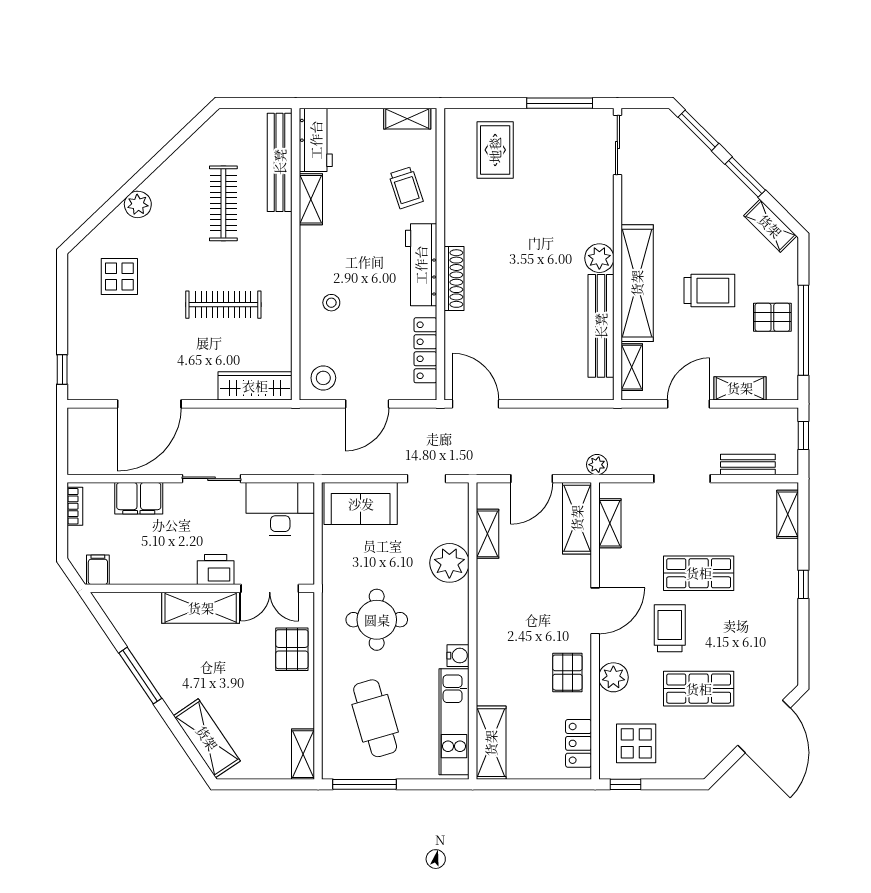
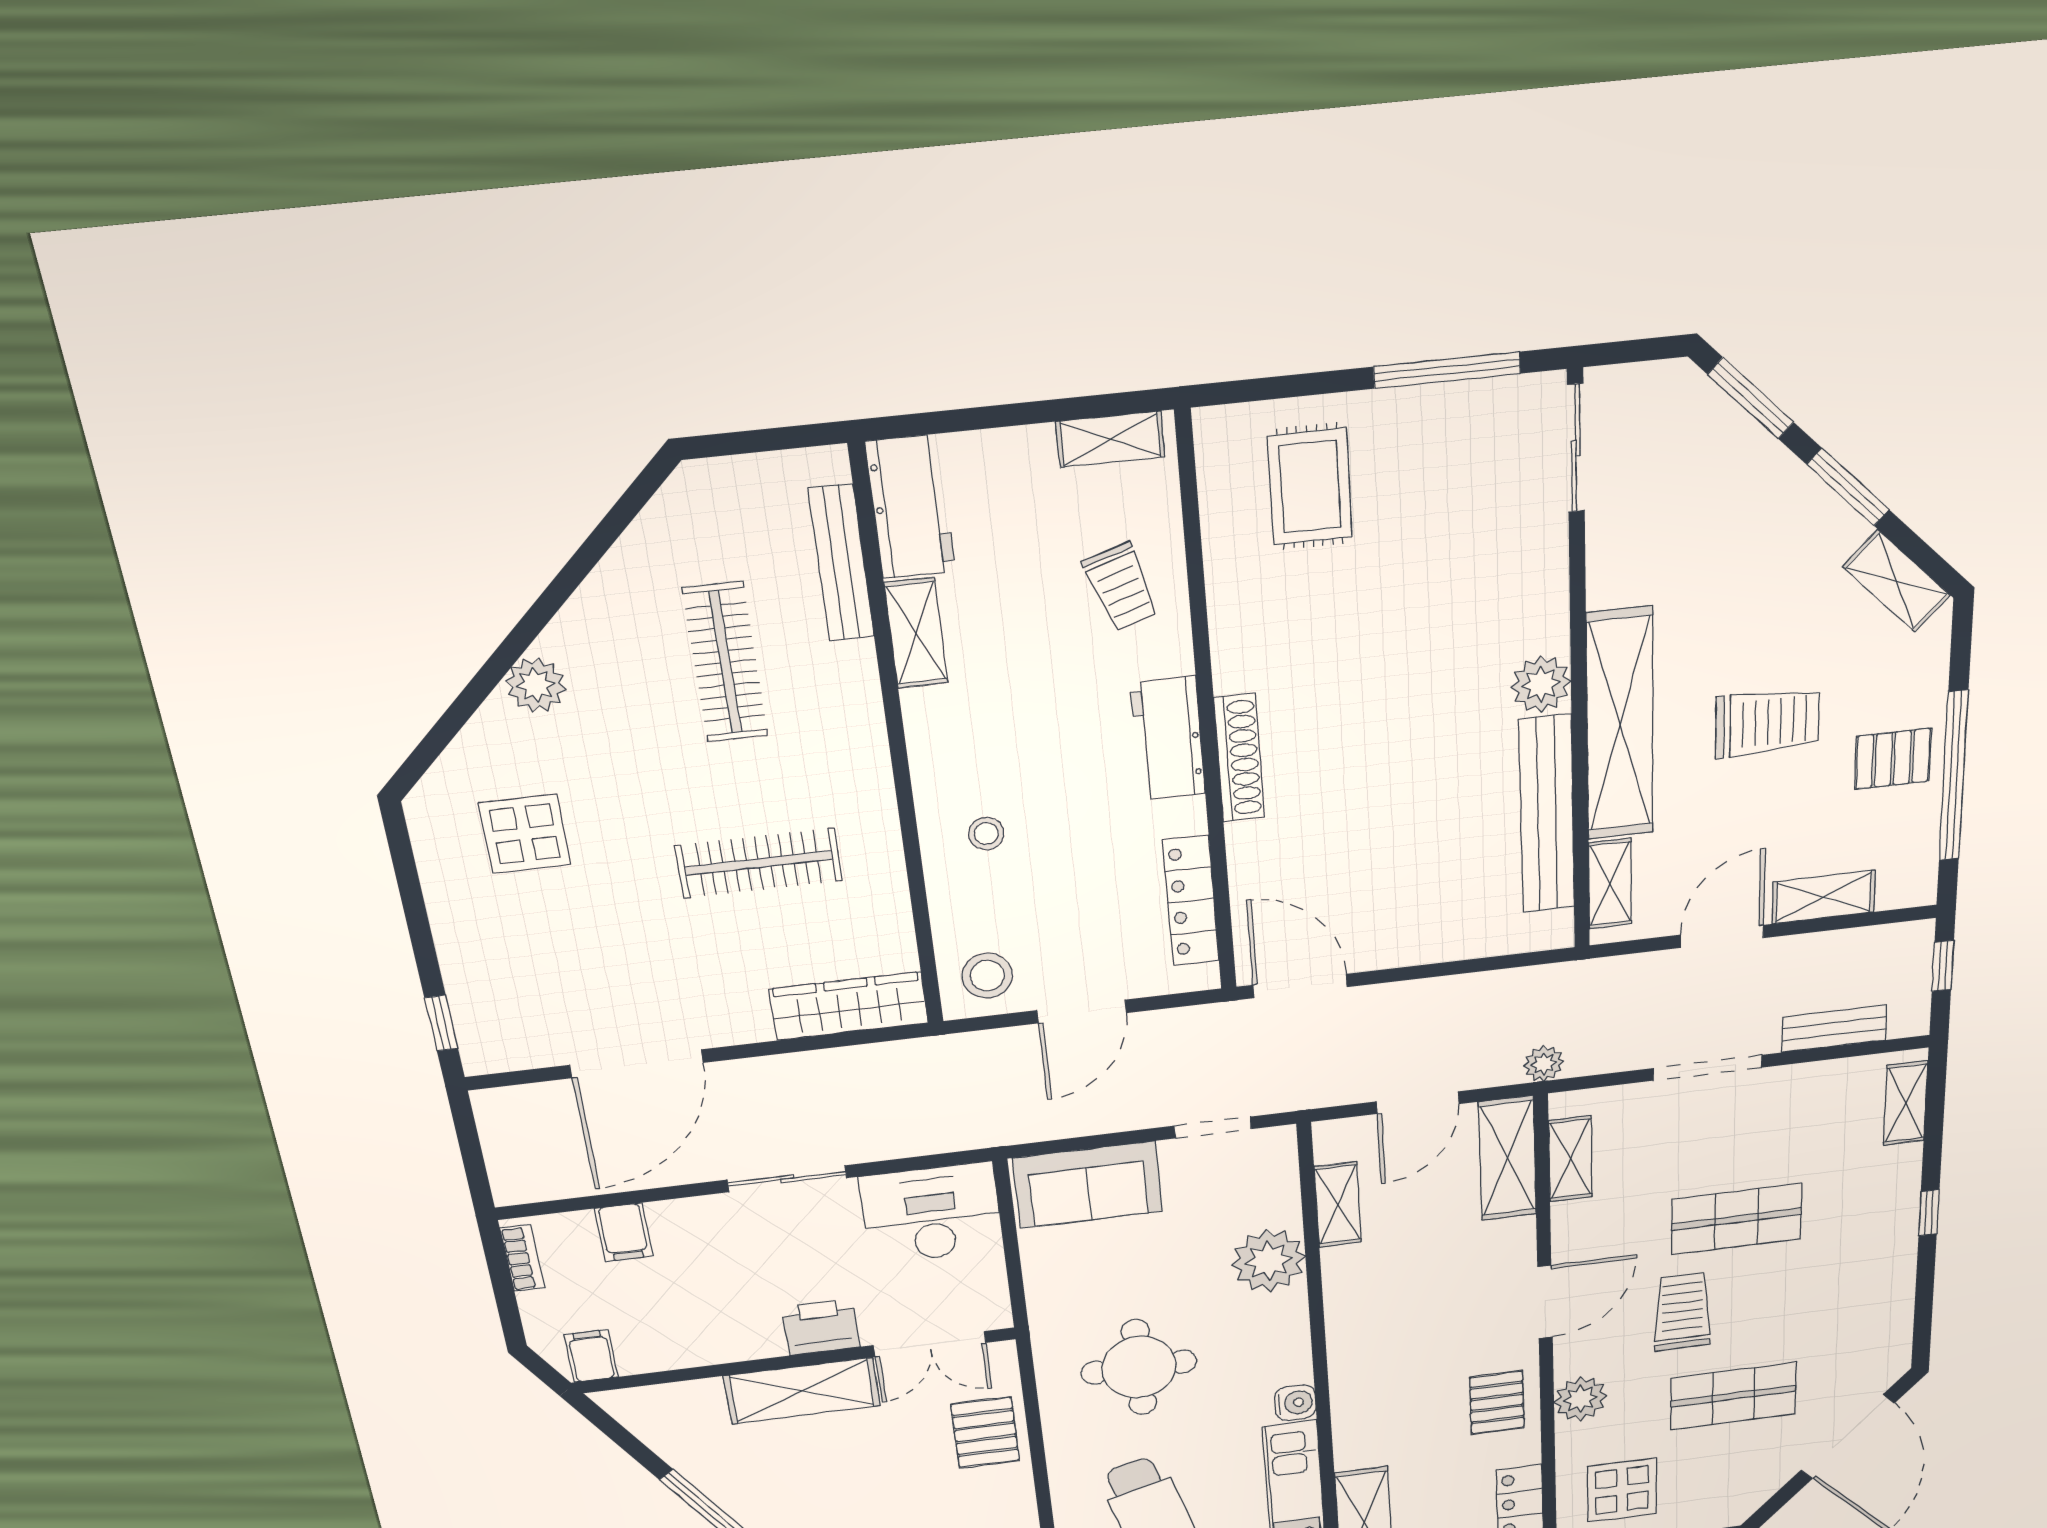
bench: (280, 162) -> (841, 563), width x0.73, depth x0.82
workbench: (421, 265) -> (1168, 739), width x0.73
filing cabinet: (139, 498) -> (624, 1232), width x0.50

